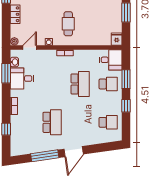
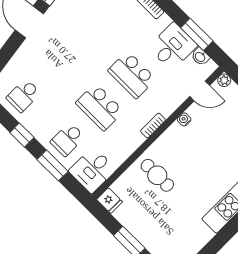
cafe table: (68, 24) -> (157, 175), moved
door: (30, 47) -> (200, 91), hinge flipped
school desk: (52, 122) -> (132, 75), moved

